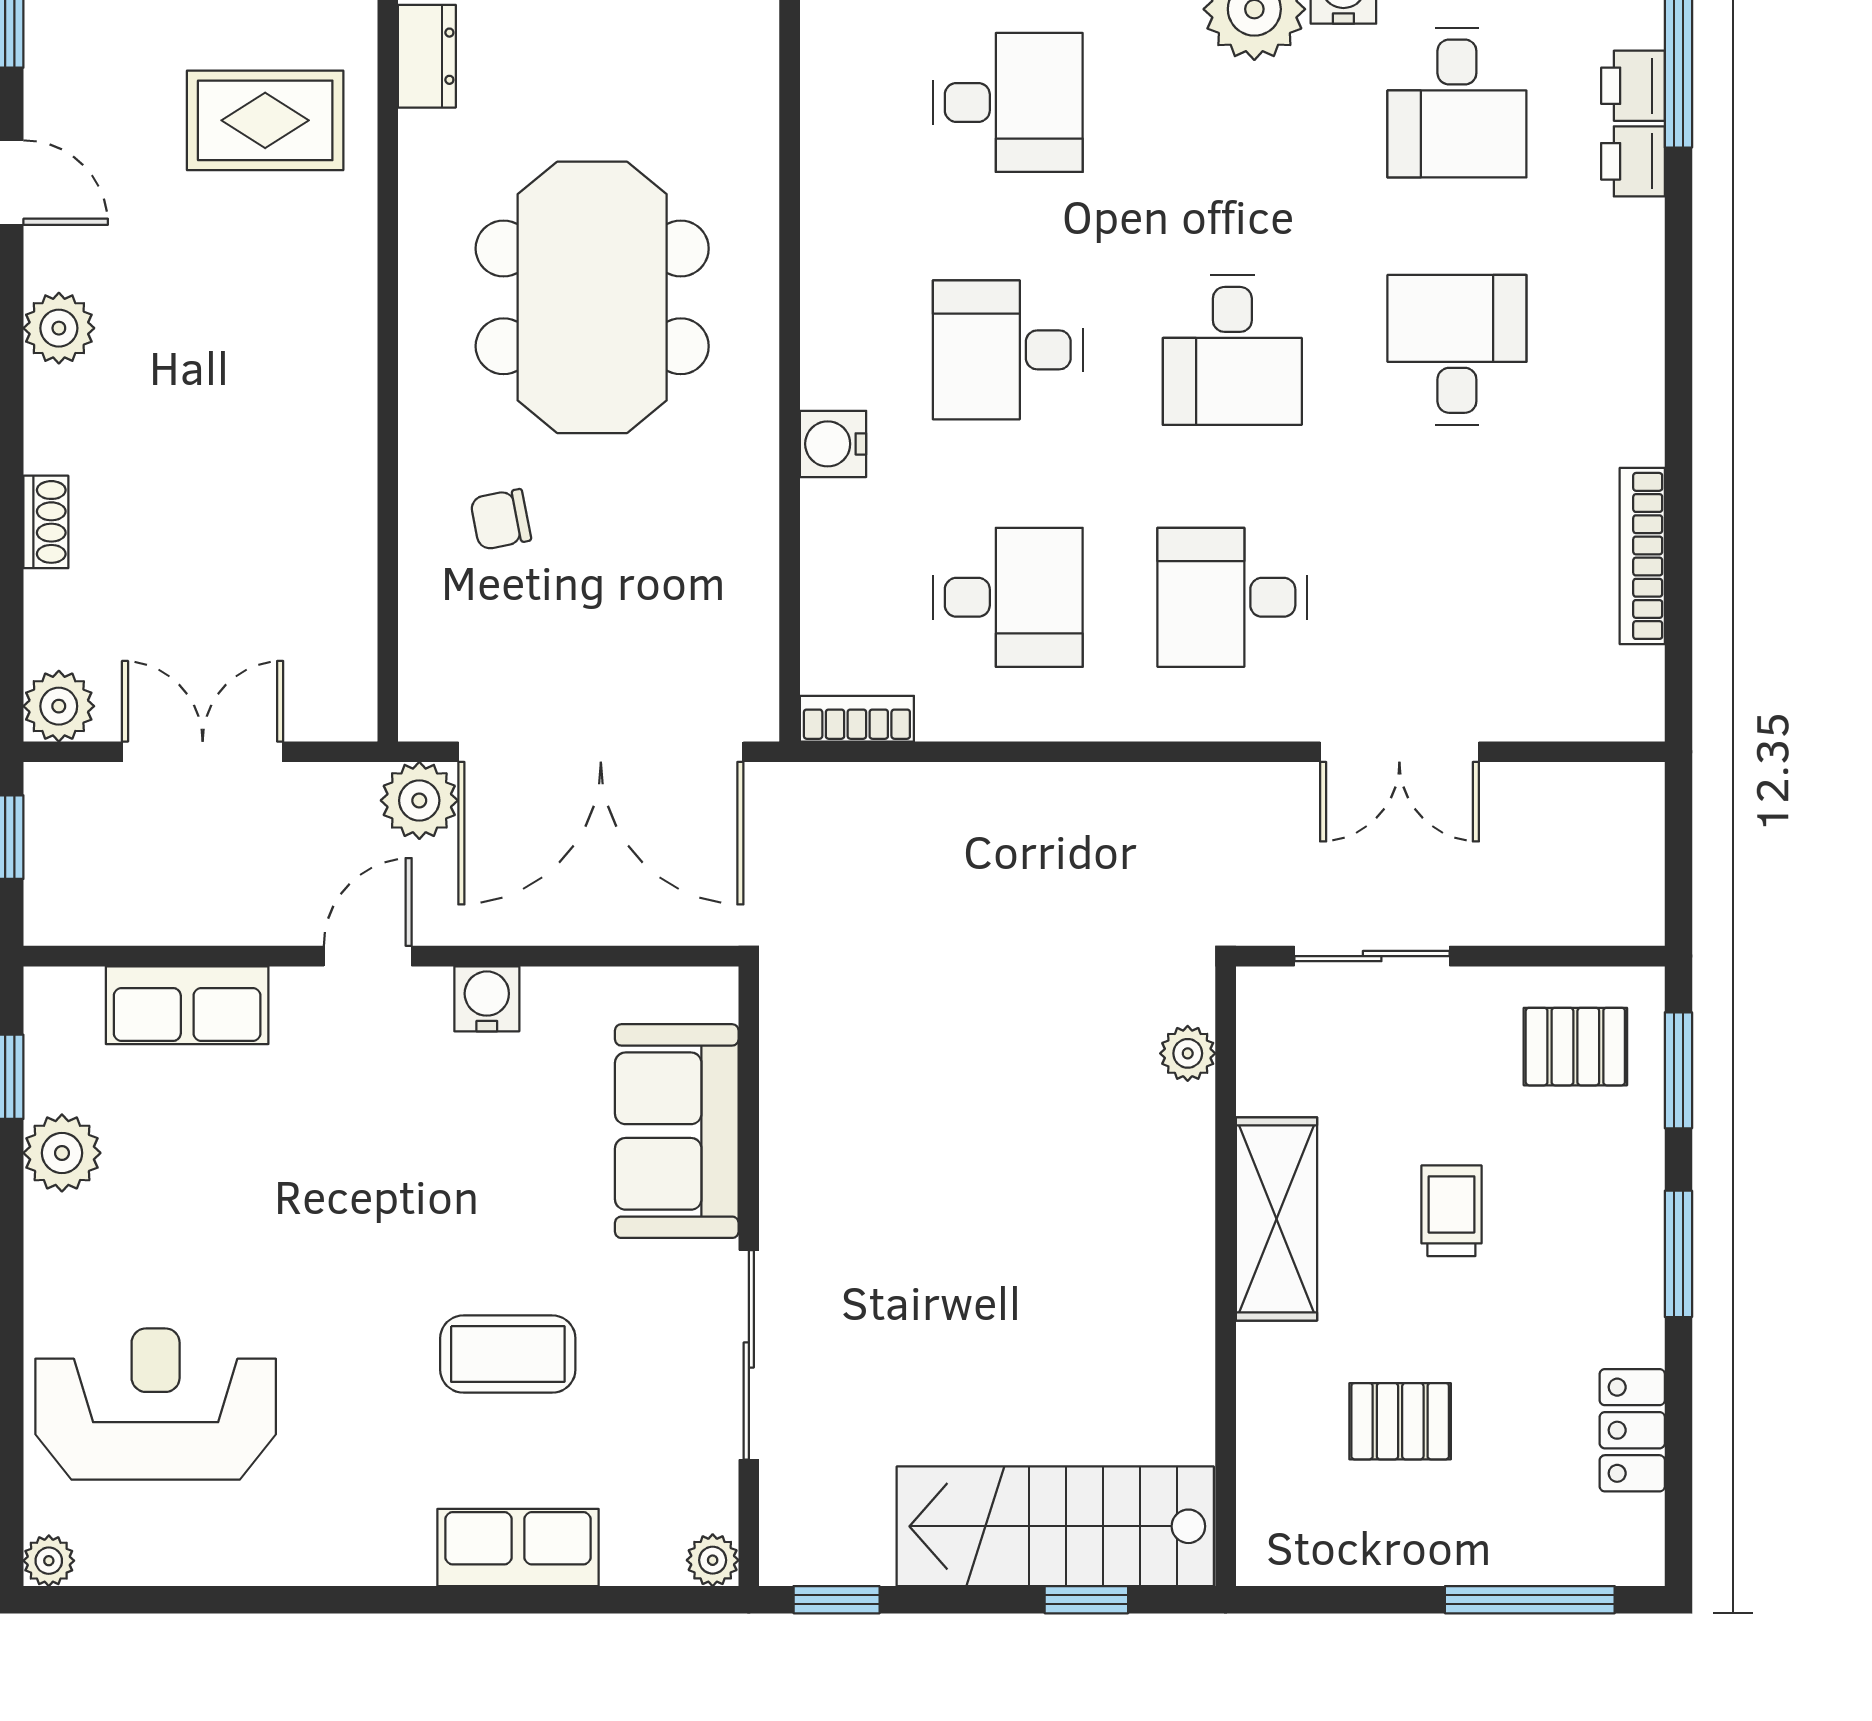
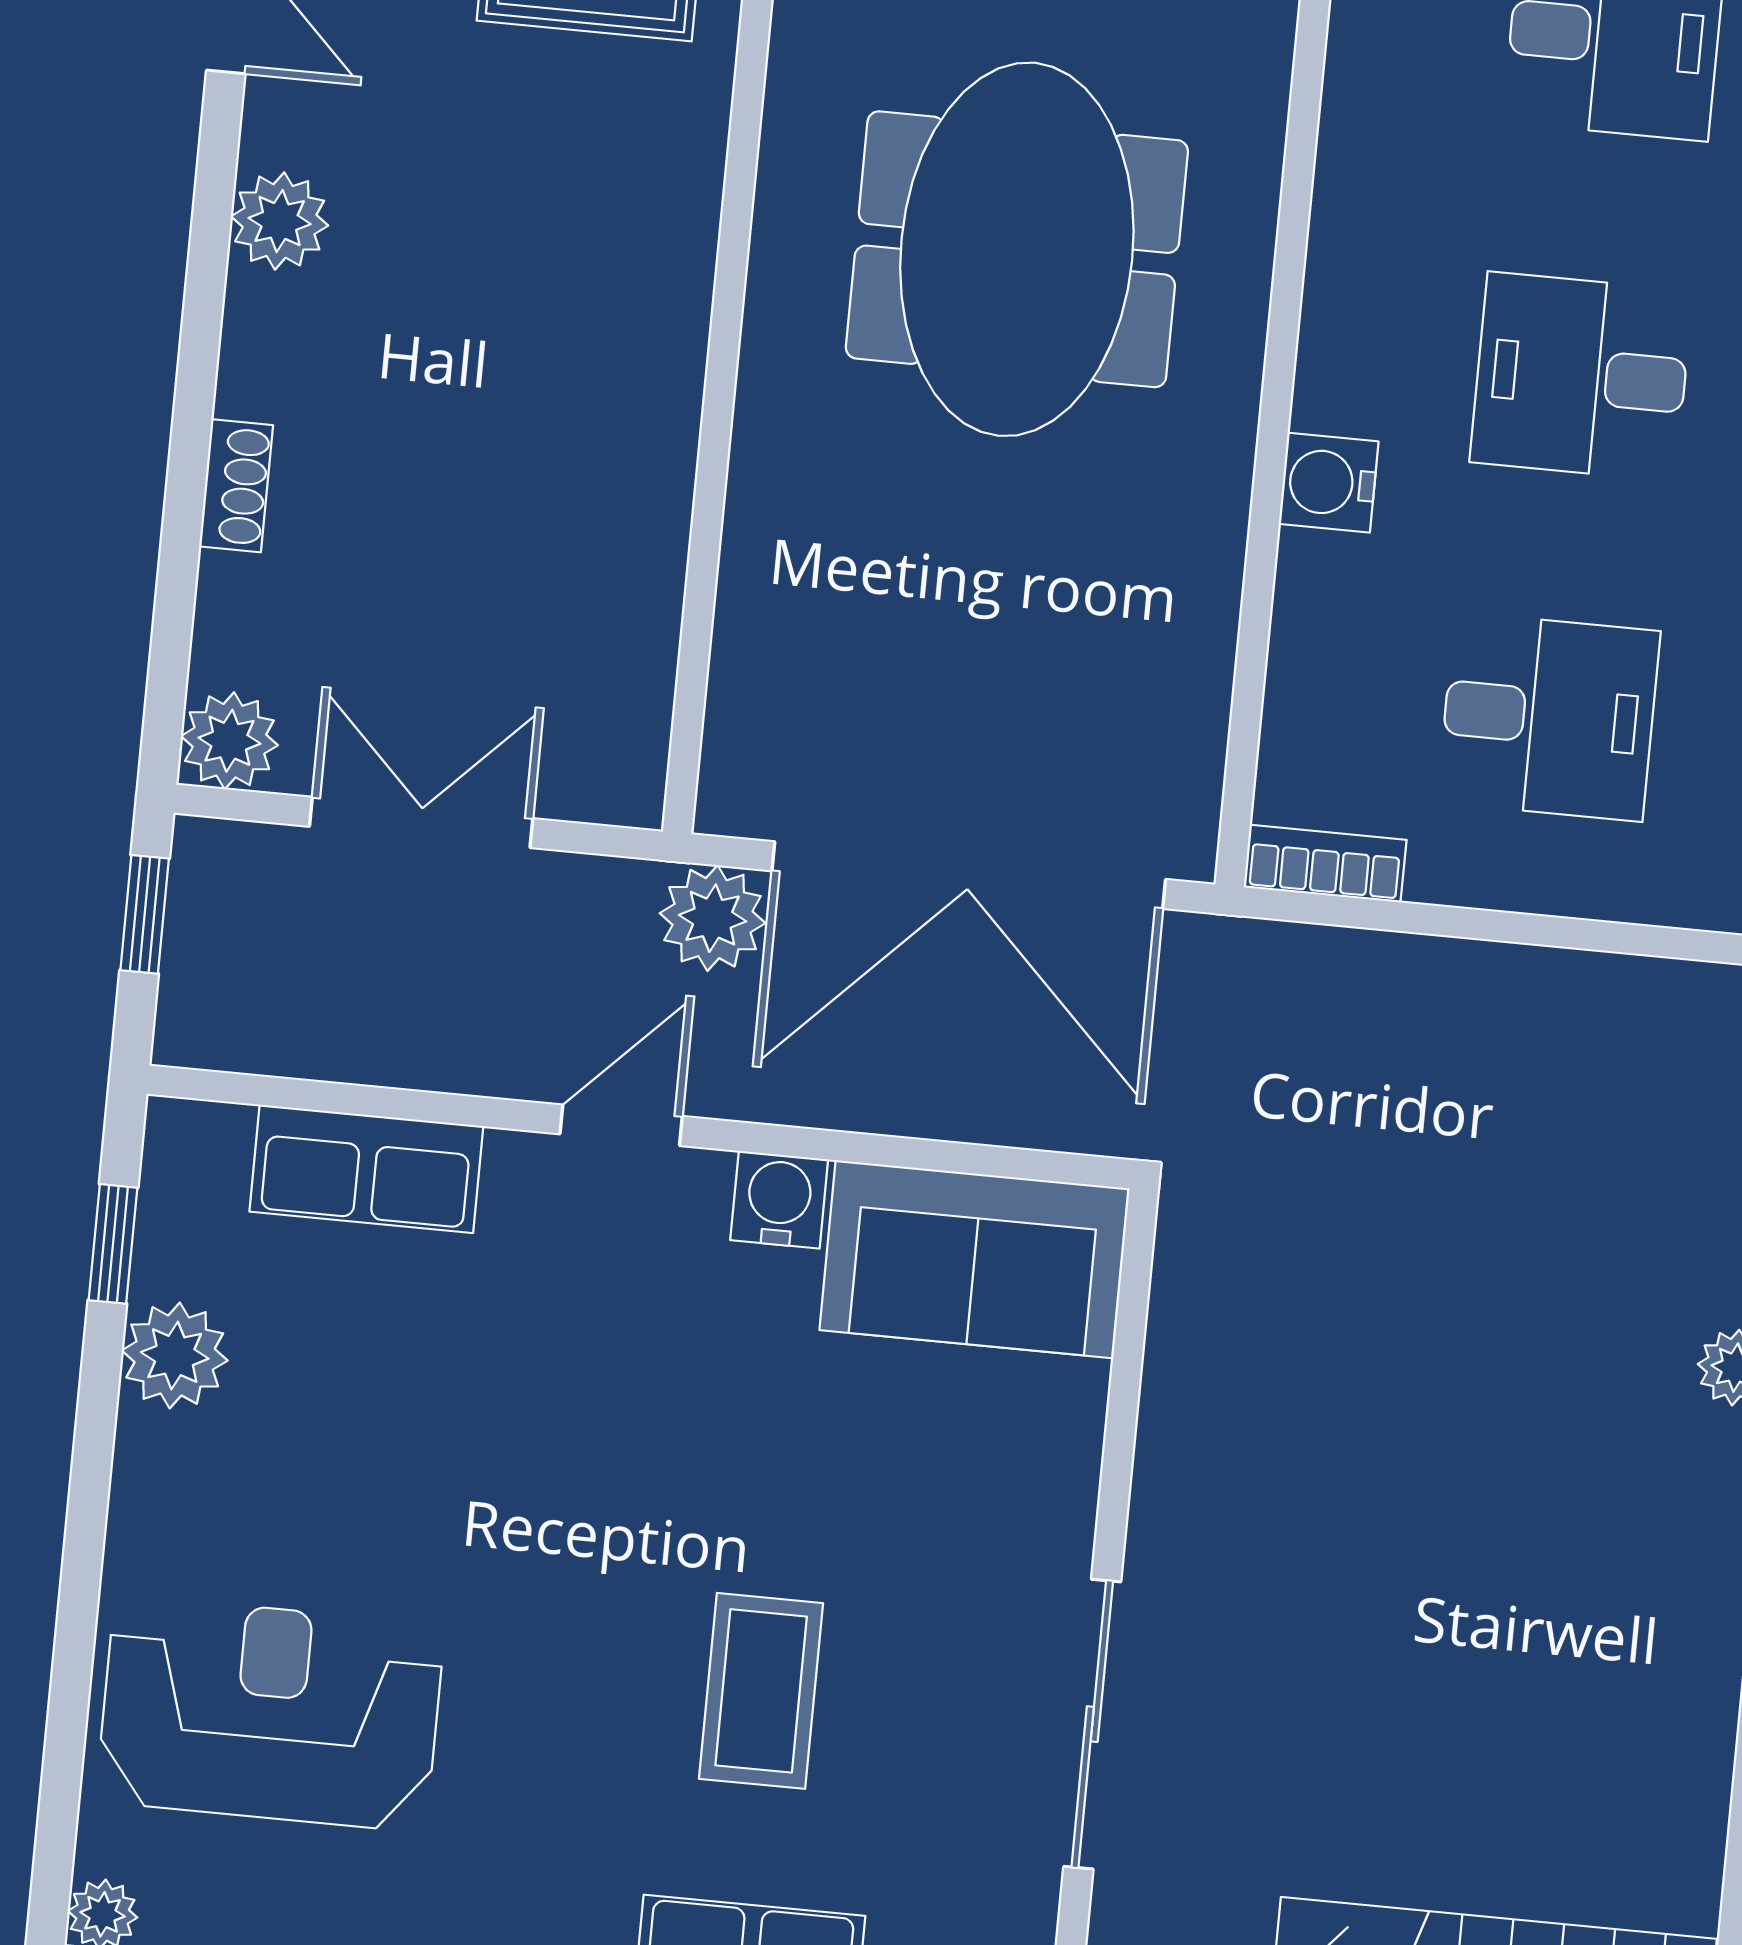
chair: (501, 519) -> (862, 543), removed
sofa: (677, 1131) -> (974, 1259), moved, turned -90
coffee table: (508, 1354) -> (761, 1691), turned 90

